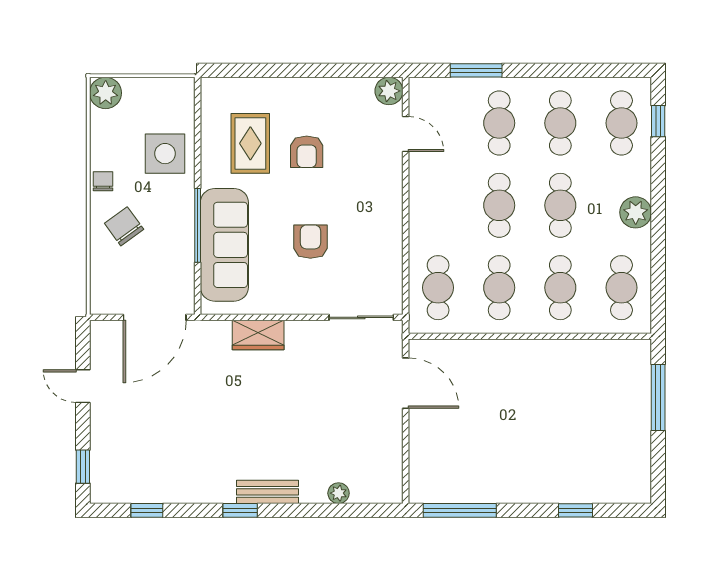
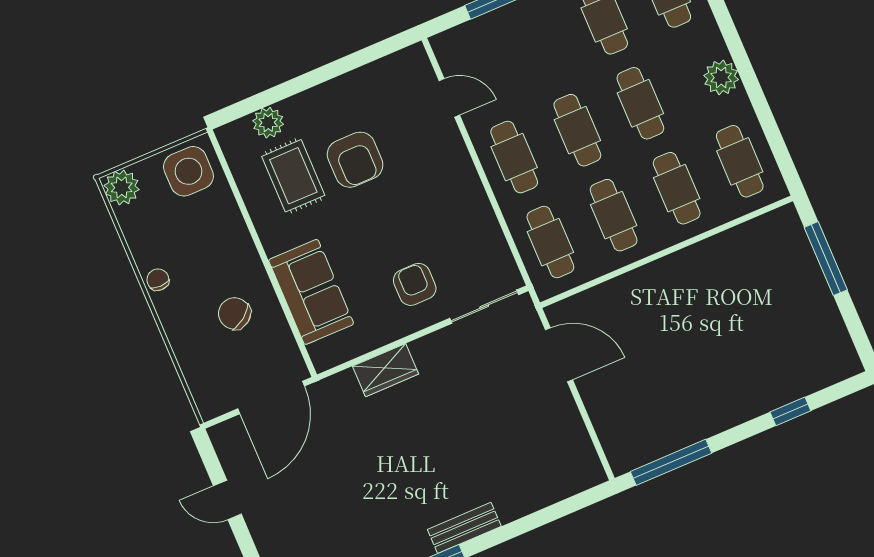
plant: (389, 91) -> (268, 123), moved
cafe table: (499, 123) -> (514, 157), moved
armchair: (307, 152) -> (355, 160), width x1.38, depth x1.38
side table: (165, 154) -> (188, 171), moved
window: (198, 225) -> (275, 284), removed
chair: (124, 226) -> (235, 314), moved
armchair: (310, 242) -> (415, 284), moved
sofa: (224, 245) -> (311, 292), width x0.73
plant: (339, 493) -> (538, 498), removed

